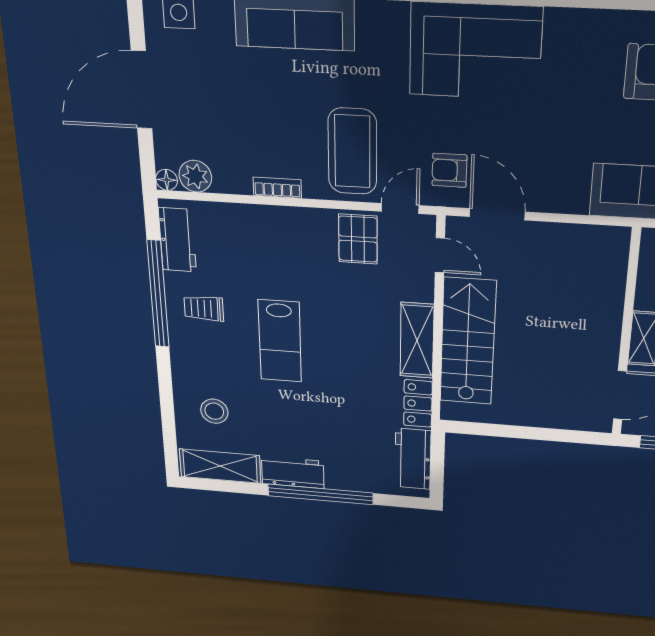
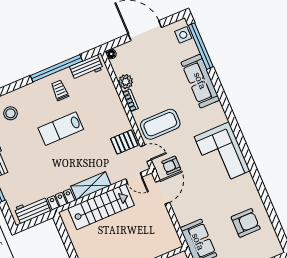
armchair: (449, 170) -> (171, 165), turned -90
plant: (195, 176) -> (126, 82), moved
door: (440, 255) -> (134, 178), hinge flipped

